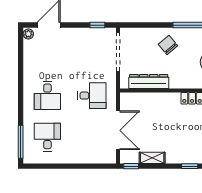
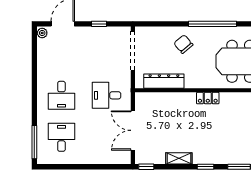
window: (97, 25) -> (99, 24), moved
desk: (92, 96) -> (106, 95), turned 180
double door: (118, 130) -> (133, 130), swing flipped
shelving: (152, 158) -> (179, 158), moved

